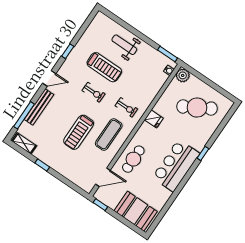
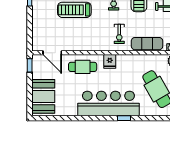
fridge: (154, 119) -> (110, 61), moved
exercise mat: (109, 135) -> (147, 44), moved
bar counter: (176, 166) -> (108, 104), width x1.36

